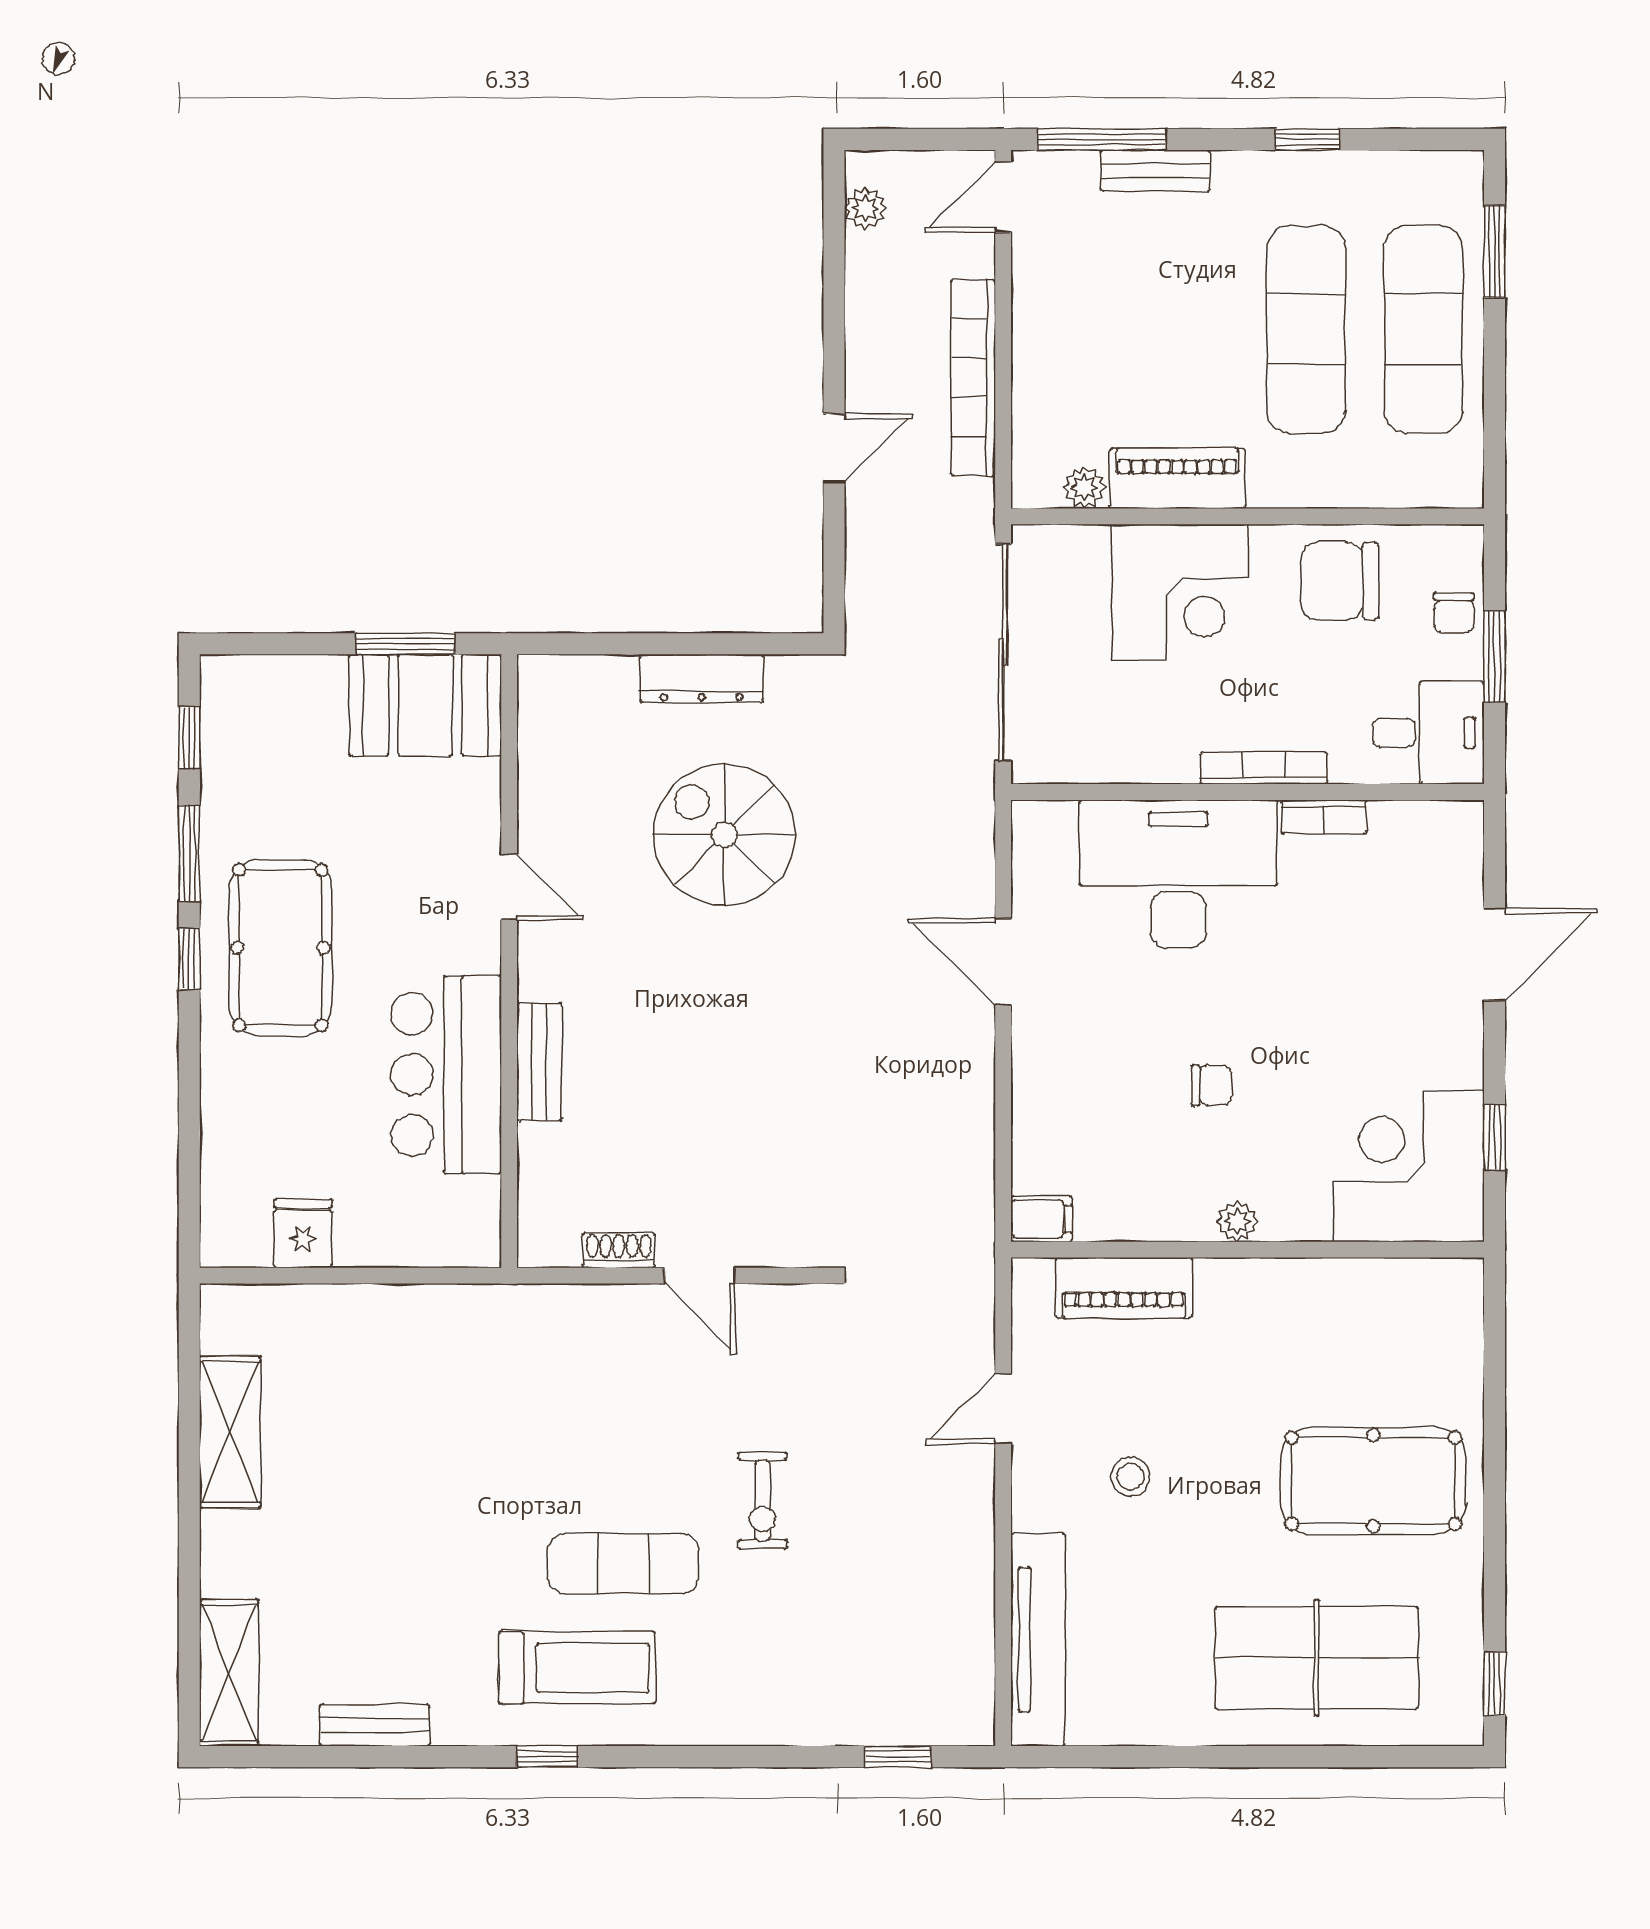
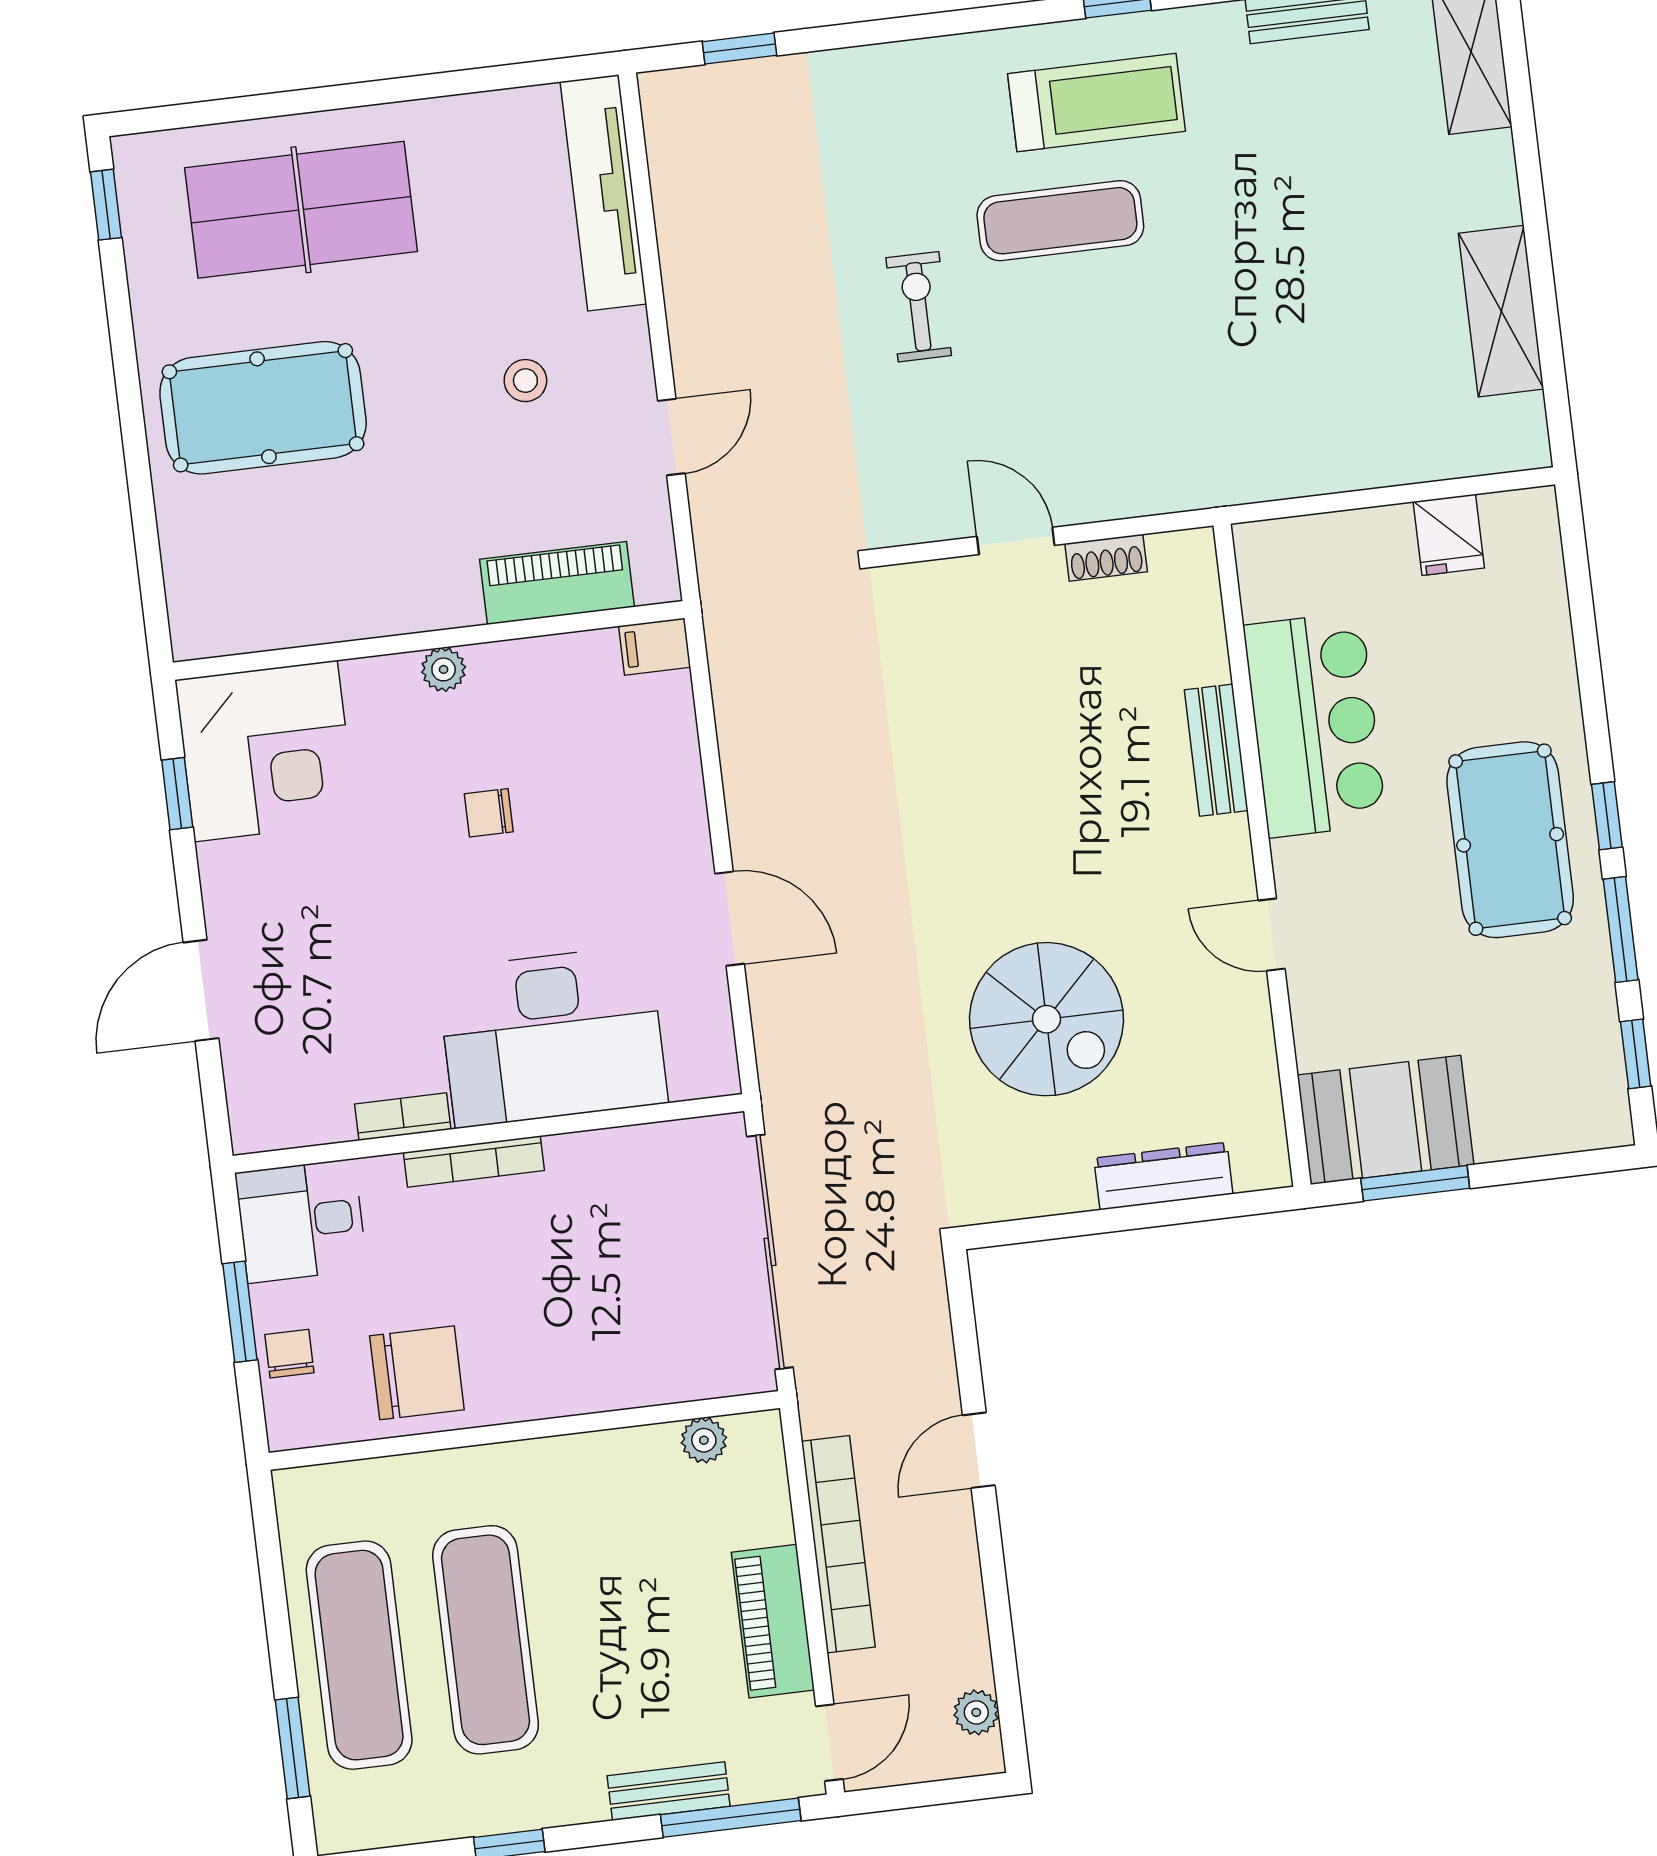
piano: (1177, 478) -> (773, 1621), moved, turned 90
corner desk: (1180, 592) -> (587, 1340), removed
dresser: (702, 678) -> (1163, 1176), moved
treadmill: (577, 1668) -> (1097, 102), turned 180

